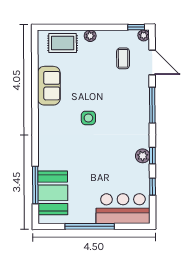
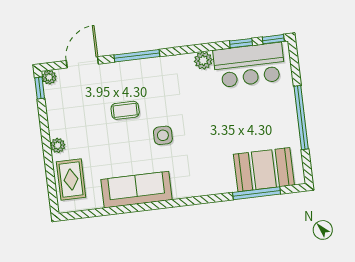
coffee table: (123, 58) -> (125, 110), moved
sofa: (49, 86) -> (137, 190), width x1.36
window: (152, 156) -> (273, 39), moved
bar counter: (123, 209) -> (249, 65), moved, turned -90

